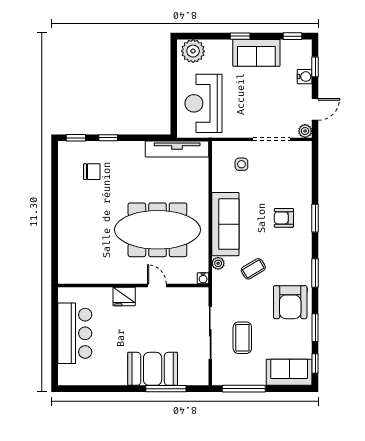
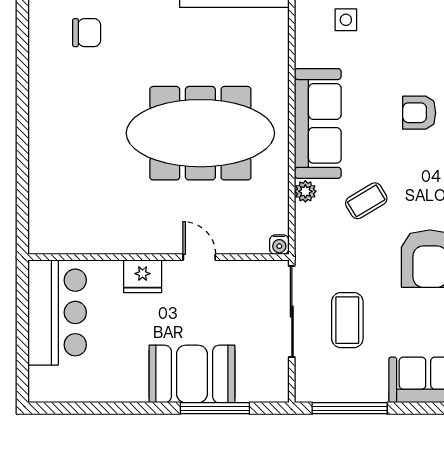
water cooler: (203, 278) -> (279, 245), moved
wall: (133, 285) -> (158, 257), moved
door: (157, 285) -> (199, 257), moved
fridge: (124, 296) -> (143, 276), moved

